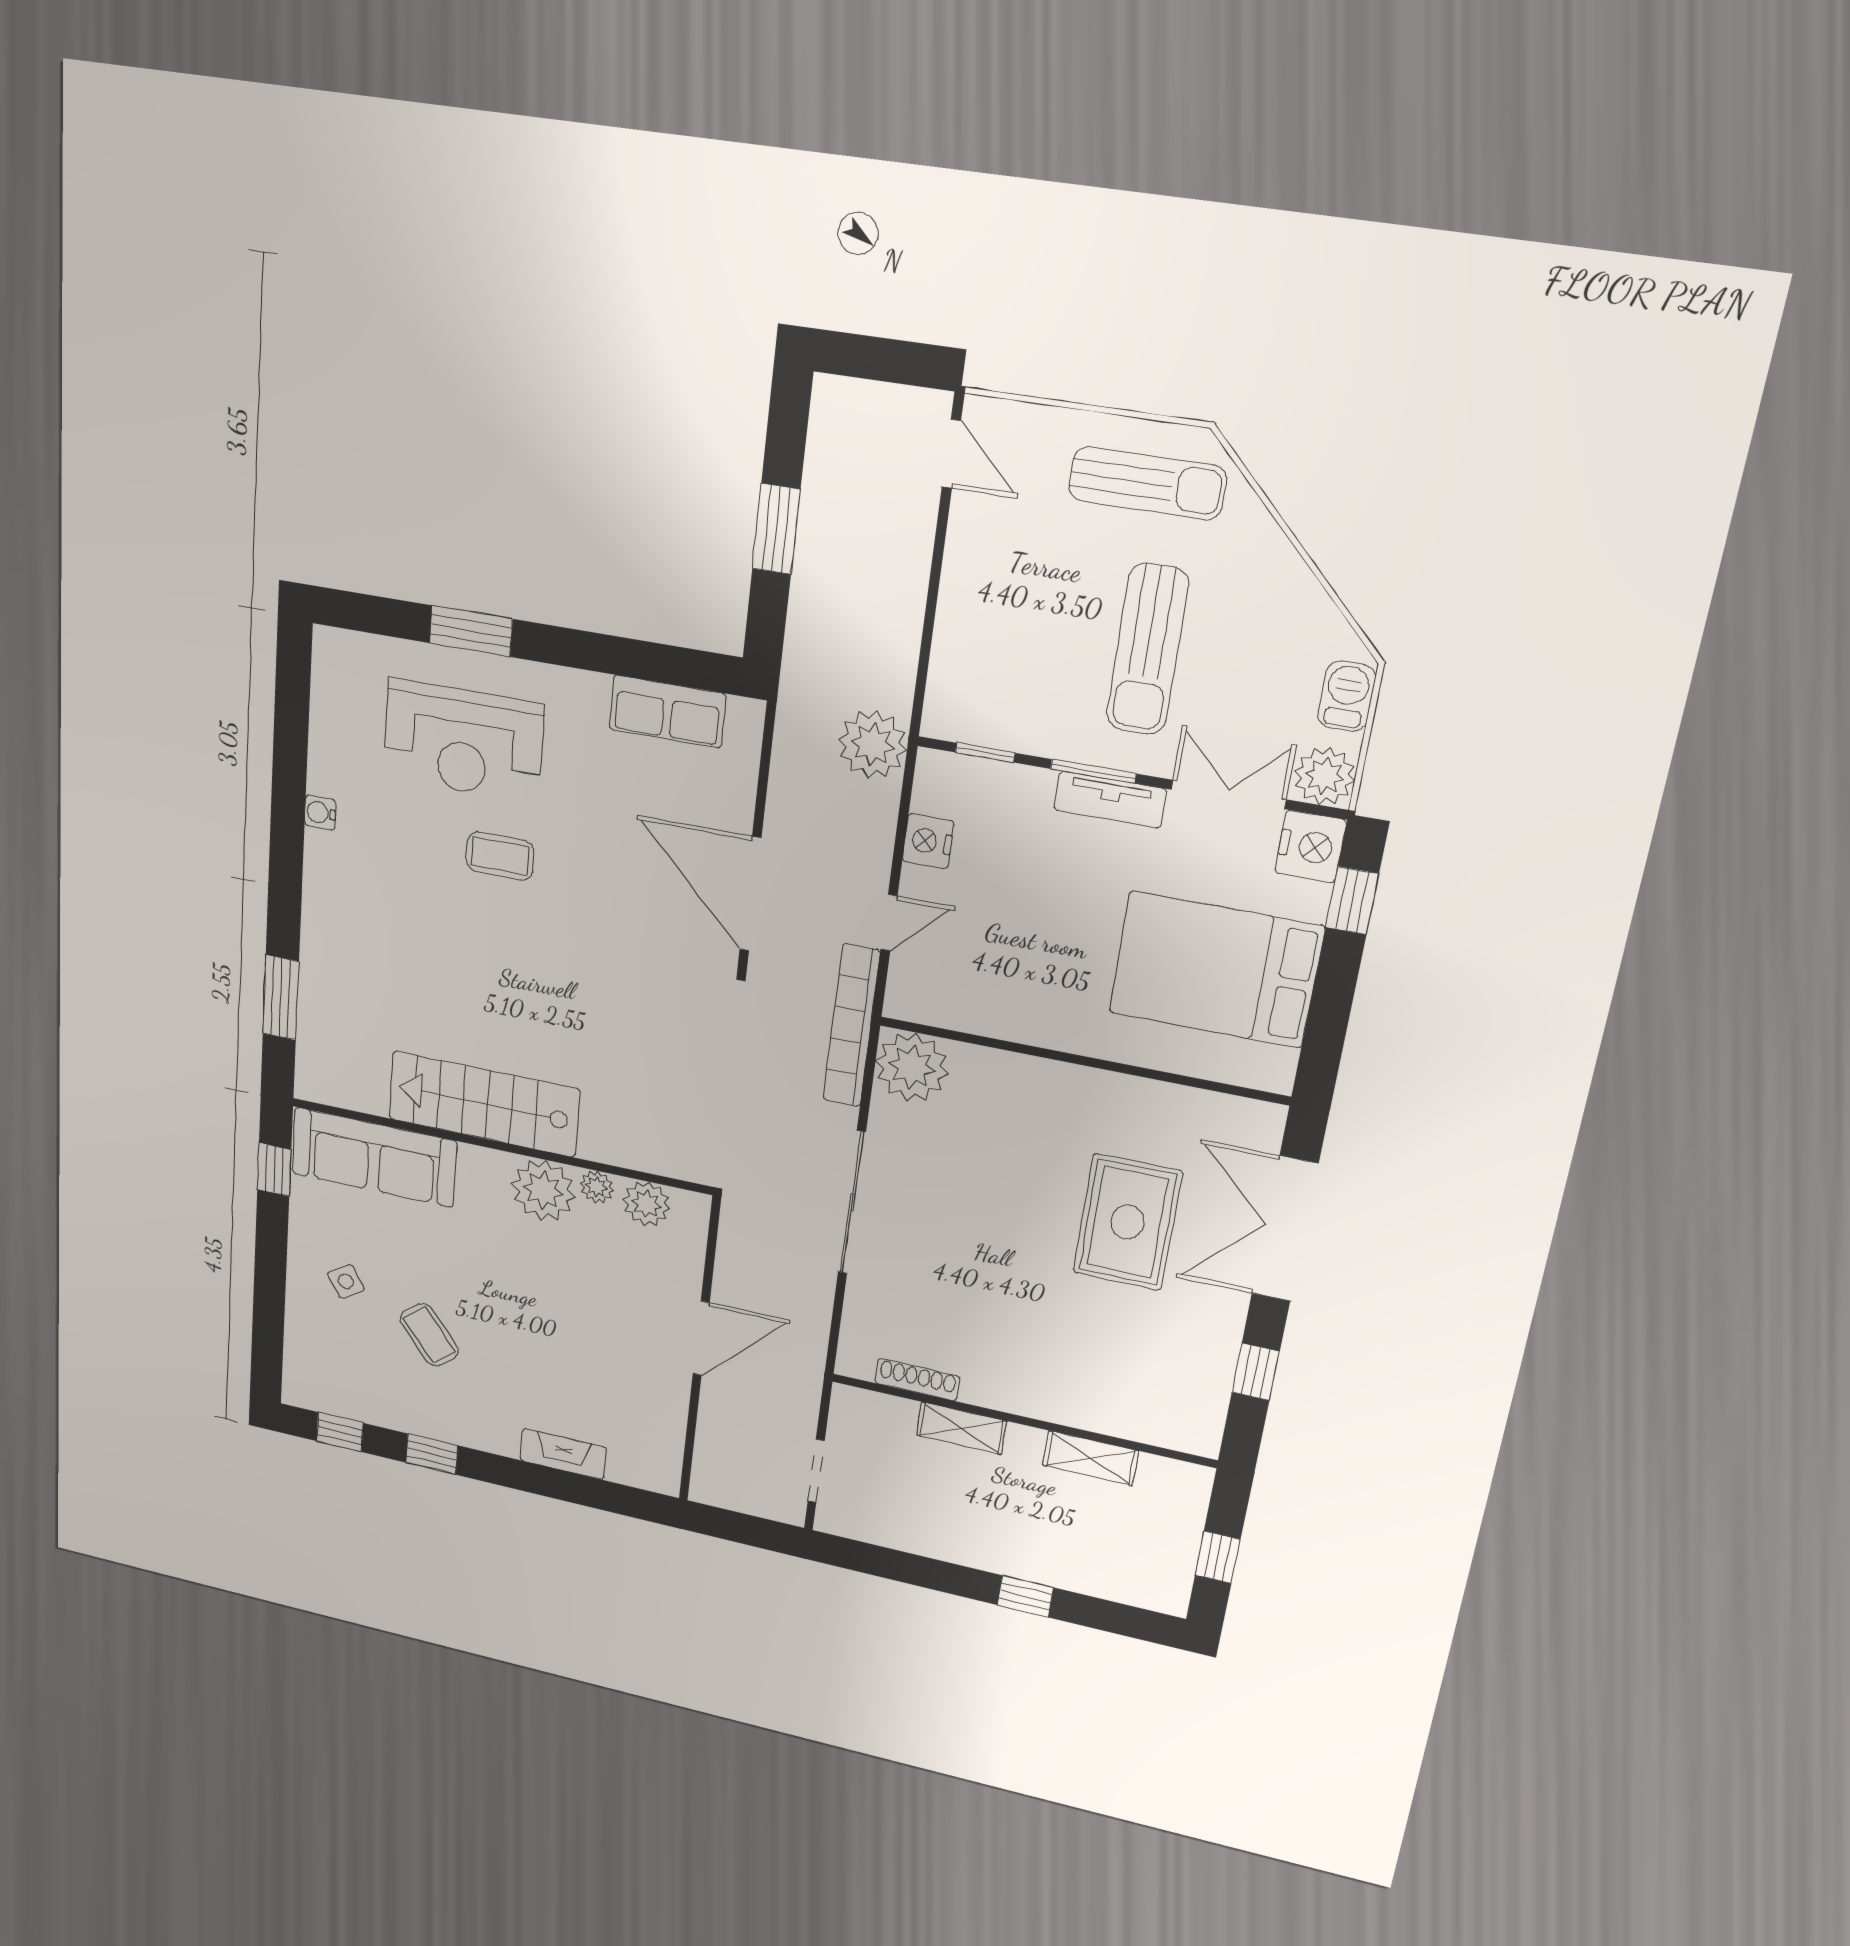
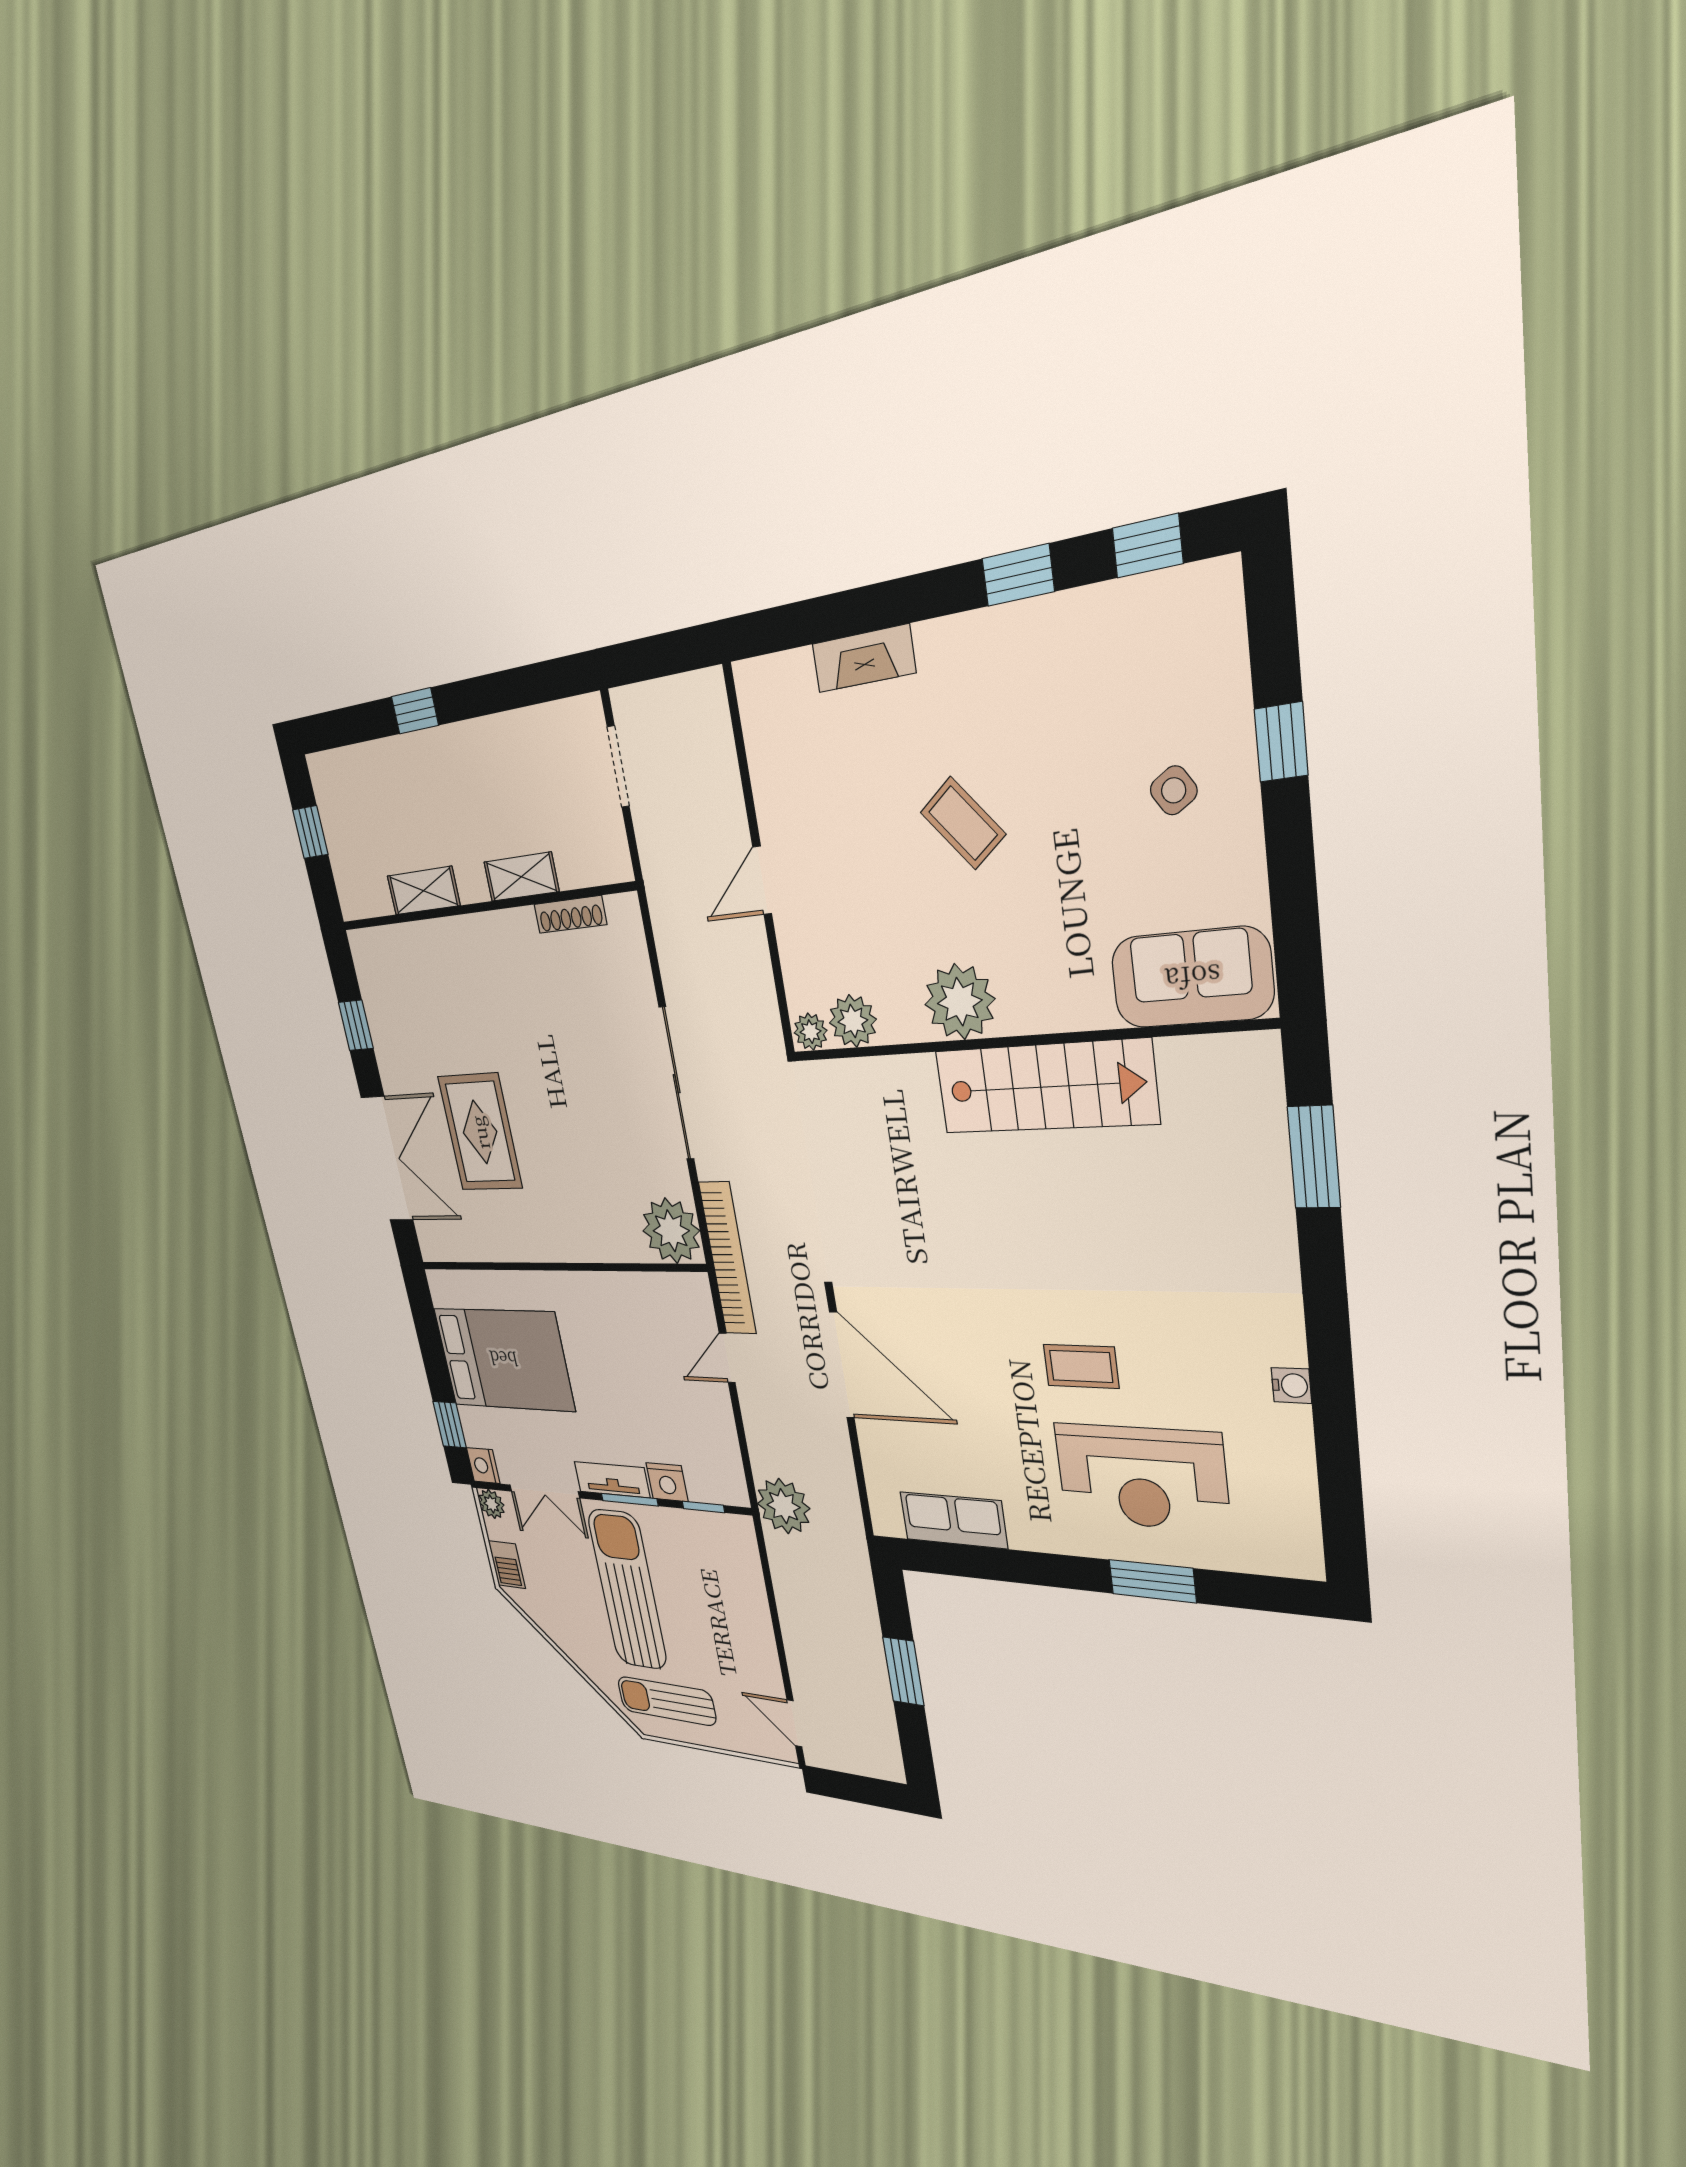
sun lounger: (1147, 649) -> (627, 1590), width x1.36, depth x1.34
reception desk: (463, 741) -> (1141, 1477), turned 180
plant: (1325, 776) -> (492, 1504), width x0.73, depth x0.73
nightstand: (928, 841) -> (667, 1482), moved, turned 90
nightstand: (1311, 847) -> (483, 1466), width x0.74, depth x0.75
sofa: (374, 1157) -> (1192, 978), width x0.73
window: (274, 1170) -> (1281, 742), moved
plant: (597, 1187) -> (811, 1032), moved
coffee table: (429, 1335) -> (963, 823), moved
door: (701, 1338) -> (762, 880), width x0.73

